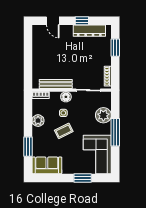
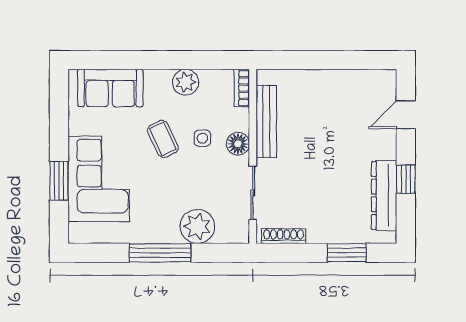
window: (28, 147) -> (128, 60), removed
corner sofa: (97, 154) -> (99, 179), moved, turned 90
sofa: (47, 165) -> (110, 88), moved, turned 90

